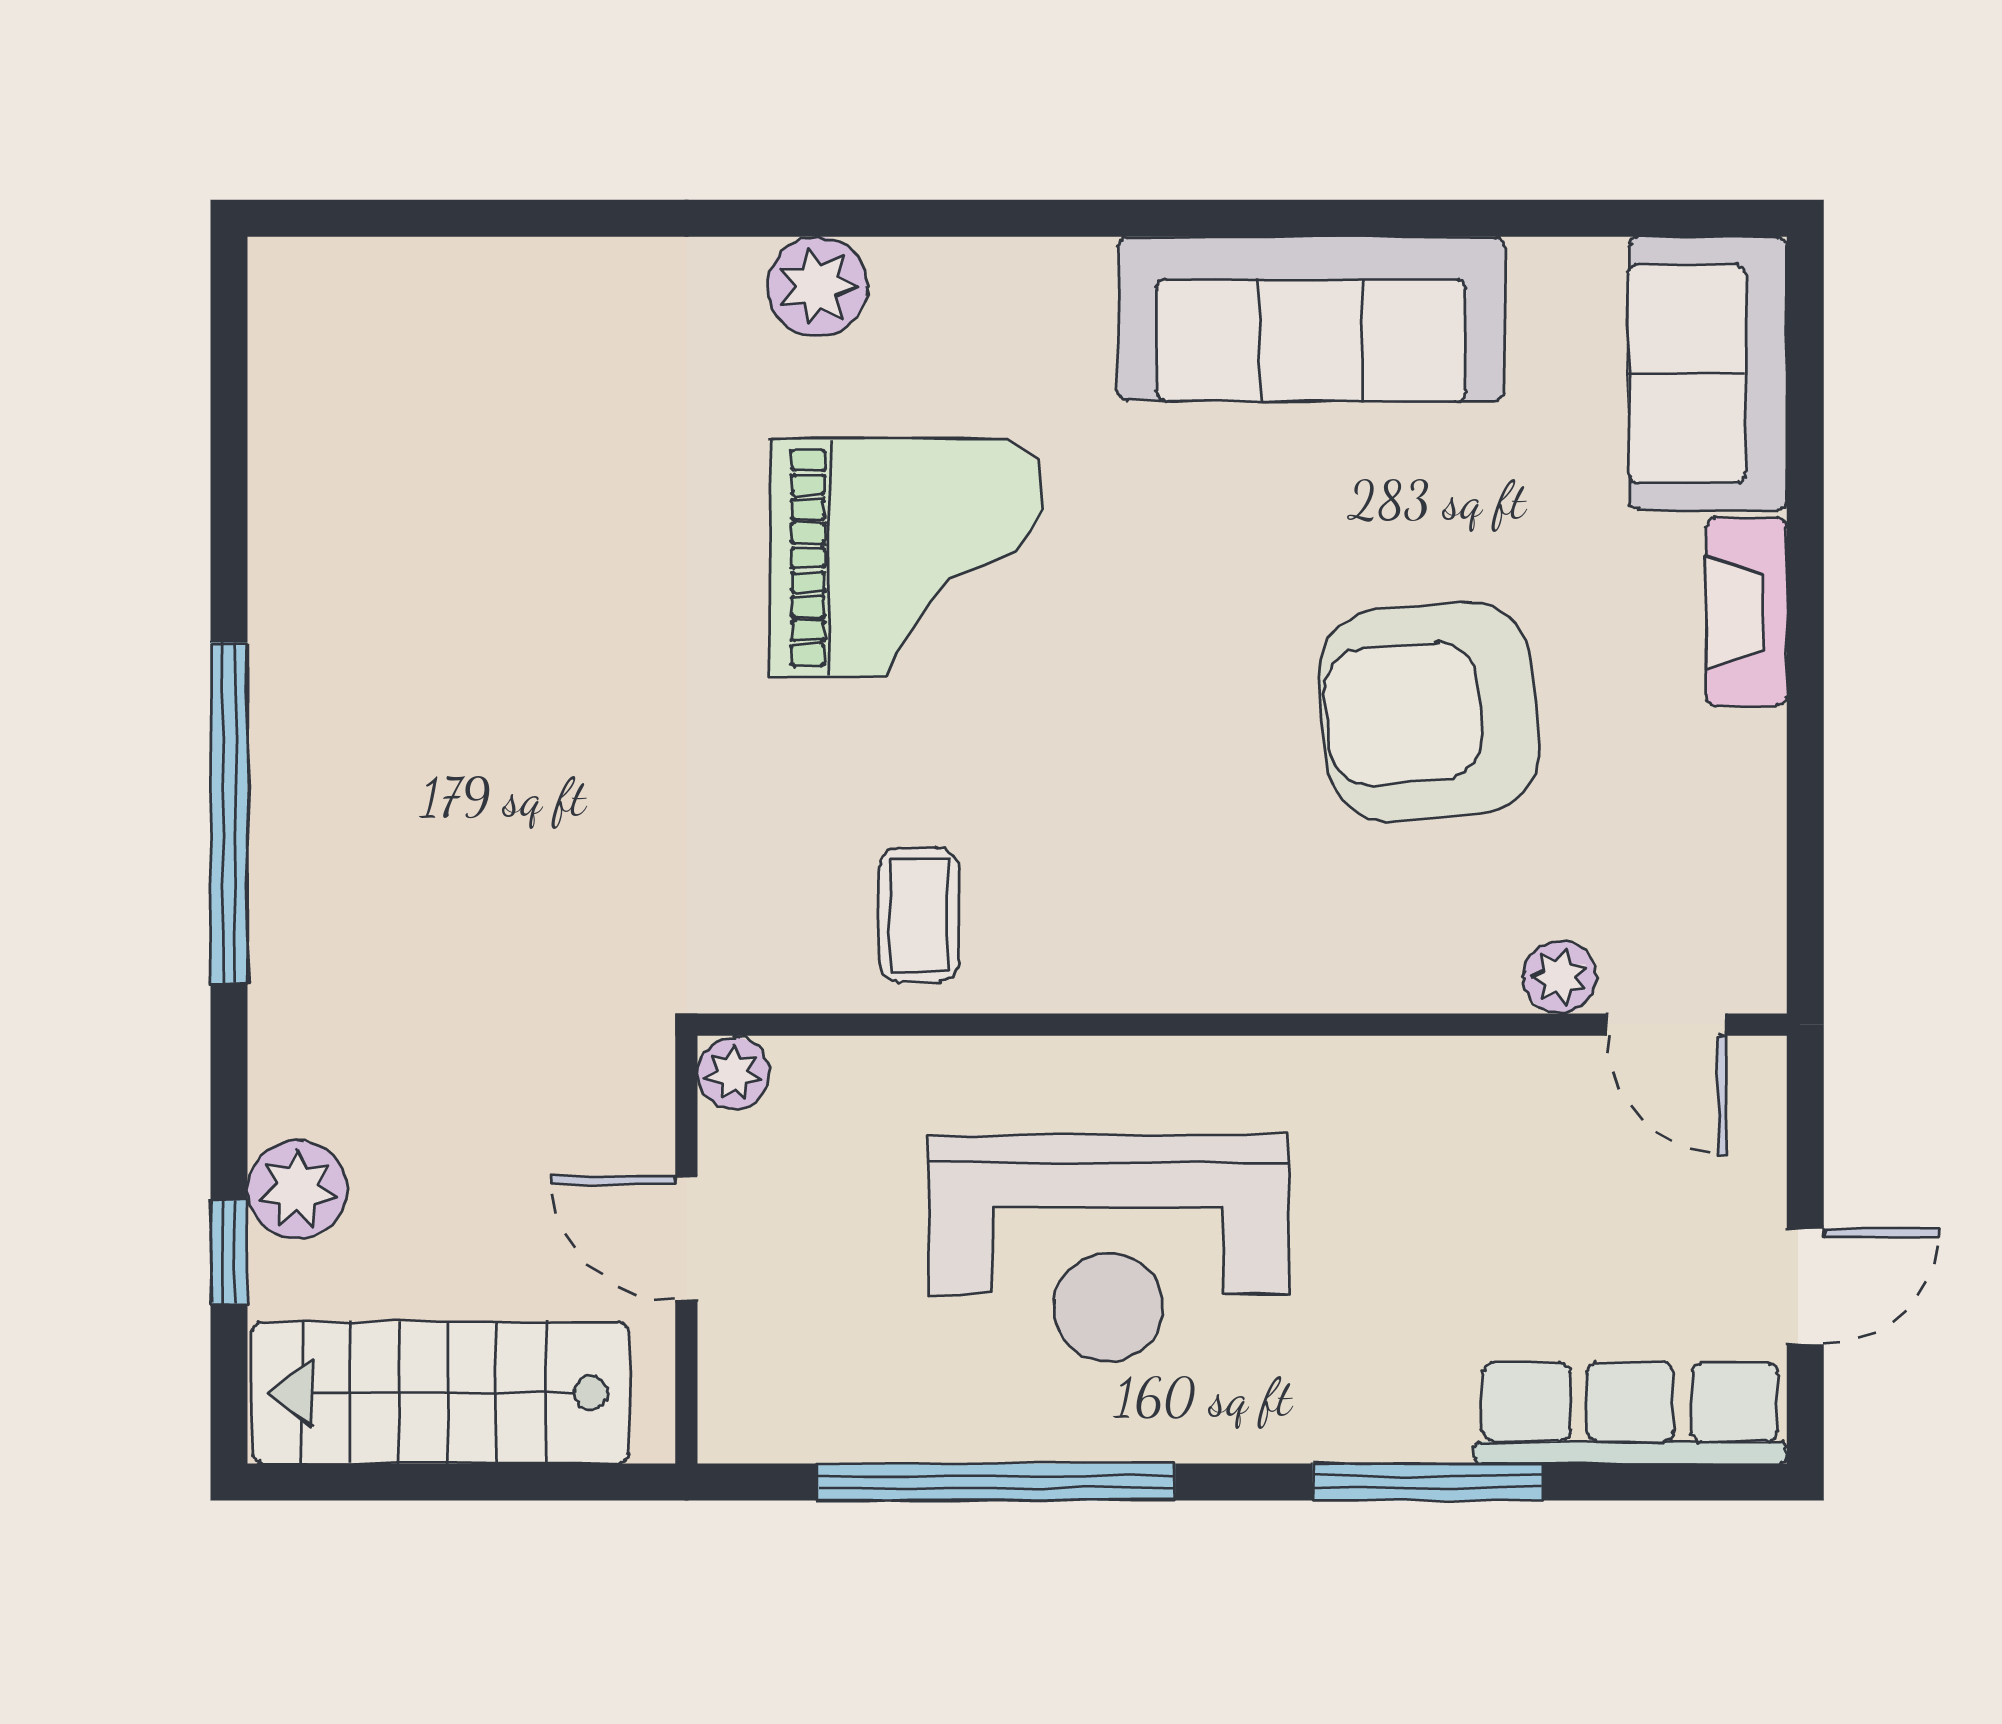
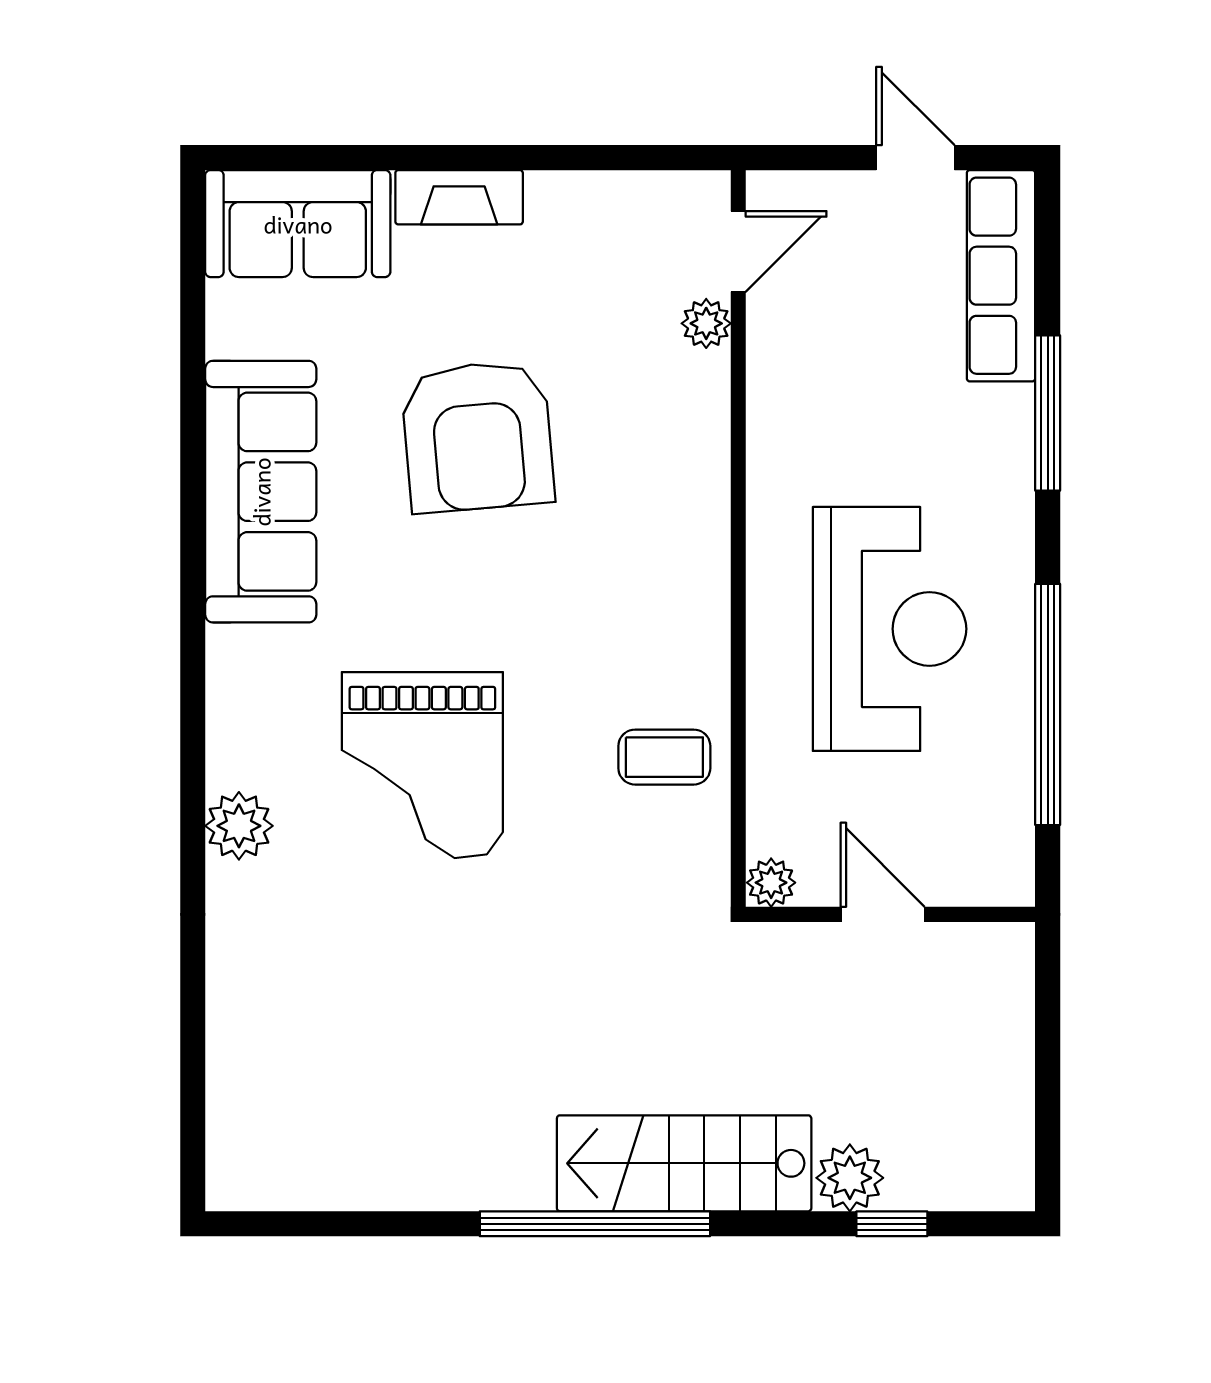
grand piano: (907, 558) -> (422, 765), turned 180
armchair: (1429, 712) -> (478, 436), moved
door: (686, 1238) -> (883, 914), swing flipped
stairs: (440, 1393) -> (684, 1163), moved, turned 90

